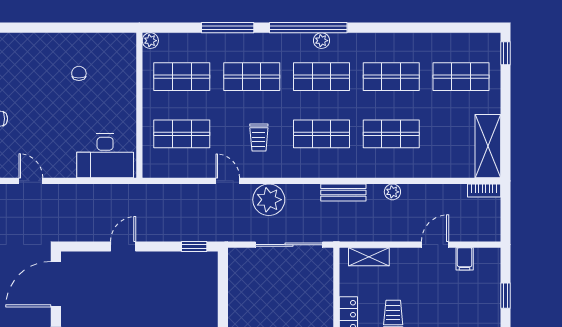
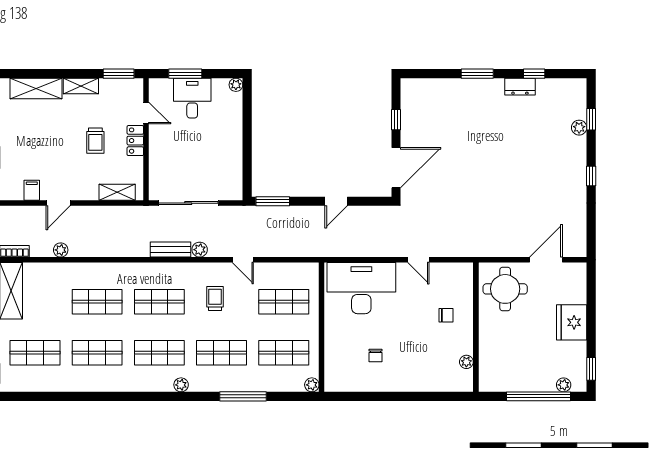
window: (308, 28) -> (171, 396), removed
plant: (321, 41) -> (181, 385), moved
desk: (105, 156) -> (361, 288), width x1.36, depth x1.30
bench: (343, 192) -> (171, 249), moved
plant: (392, 192) -> (61, 250), moved
plant: (269, 200) -> (200, 250), width x0.53, depth x0.53
window: (194, 247) -> (273, 201), width x1.50

